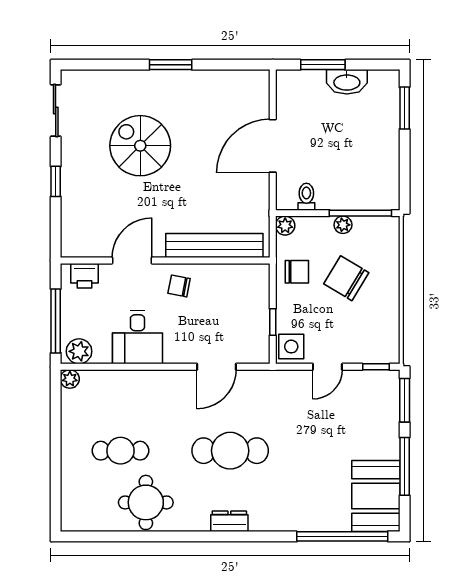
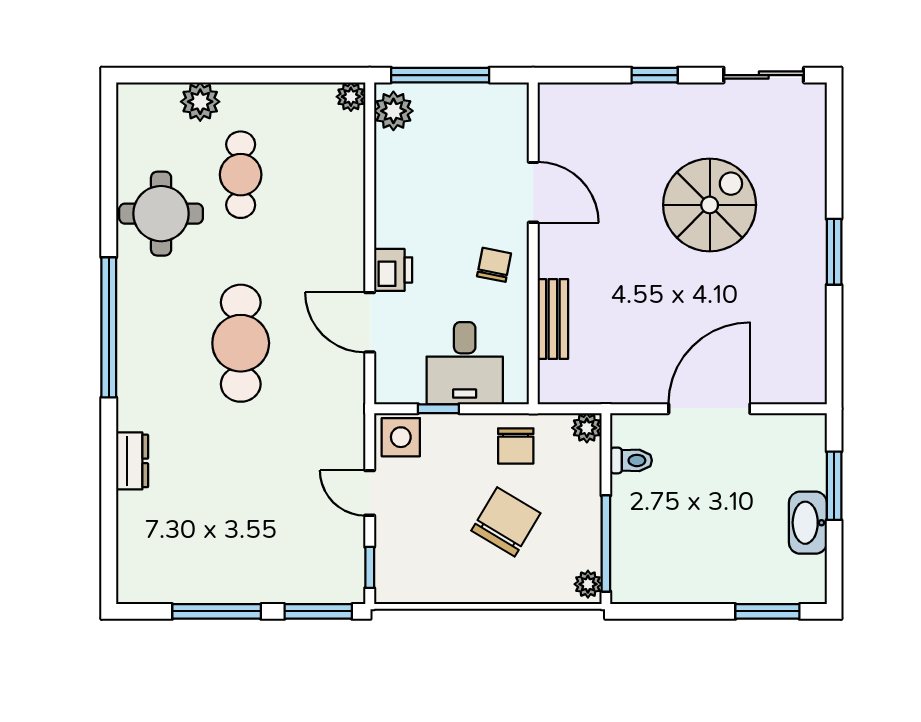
door: (273, 146) -> (709, 409), hinge flipped
plant: (343, 225) -> (588, 584), moved
bench: (214, 246) -> (553, 319), width x0.54, depth x0.82
printer: (85, 276) -> (393, 270), moved, turned 180
desk: (137, 337) -> (465, 363), moved, turned -90
plant: (73, 477) -> (200, 102), added
booth: (376, 496) -> (171, 567), removed
dresser: (229, 521) -> (132, 461), moved
window: (342, 536) -> (109, 327), moved

